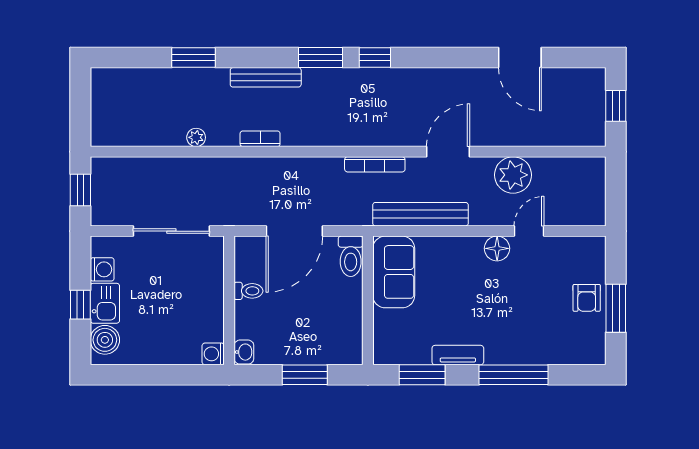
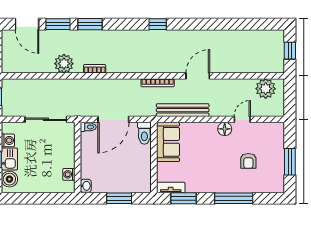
window: (321, 58) -> (90, 24), moved
door: (520, 58) -> (27, 24), moved
bench: (266, 77) -> (98, 35), removed
plant: (196, 137) -> (64, 64), width x1.87, depth x1.87
plant: (513, 175) -> (266, 89), moved
toilet: (248, 291) -> (88, 127), moved
armchair: (587, 298) -> (248, 161), moved
washing machine: (213, 354) -> (69, 174), moved
tv unit: (458, 355) -> (171, 187), moved

